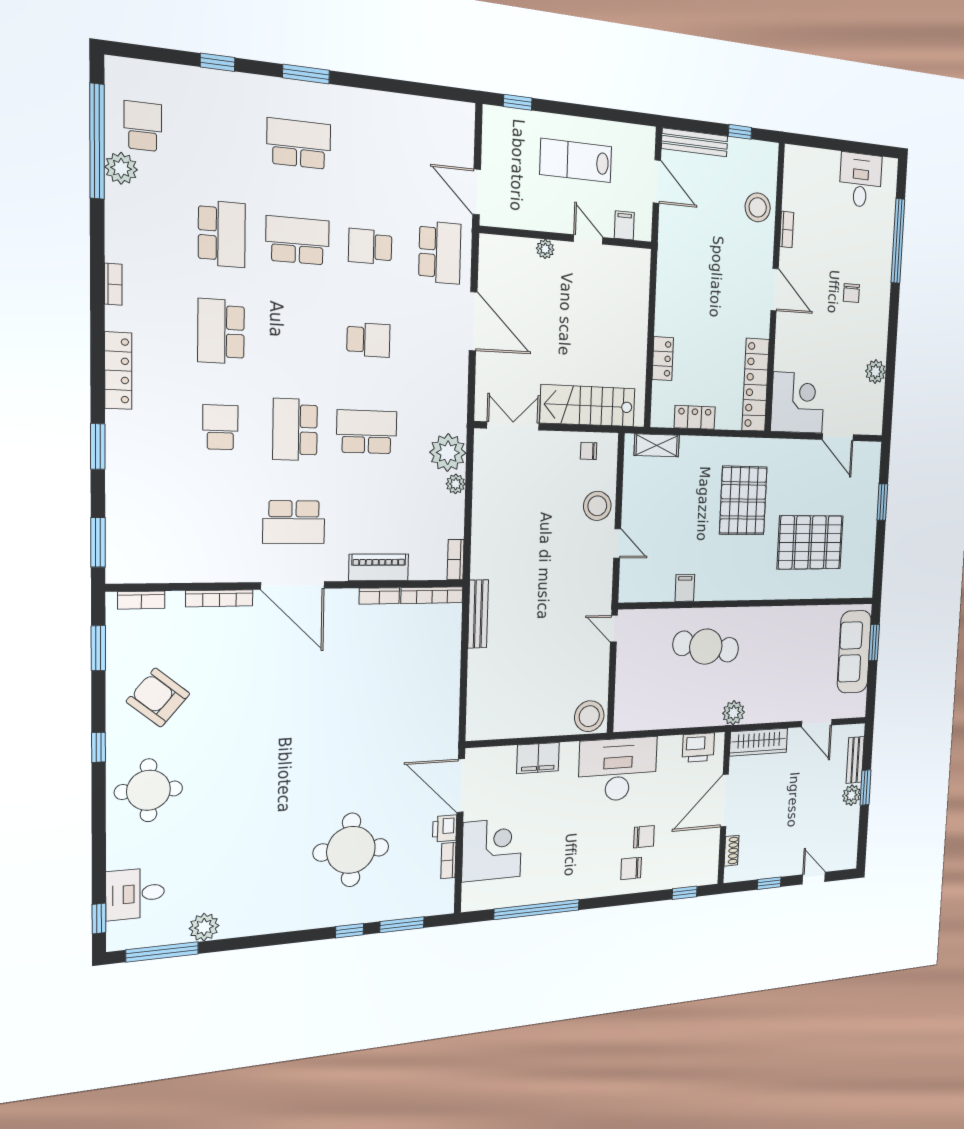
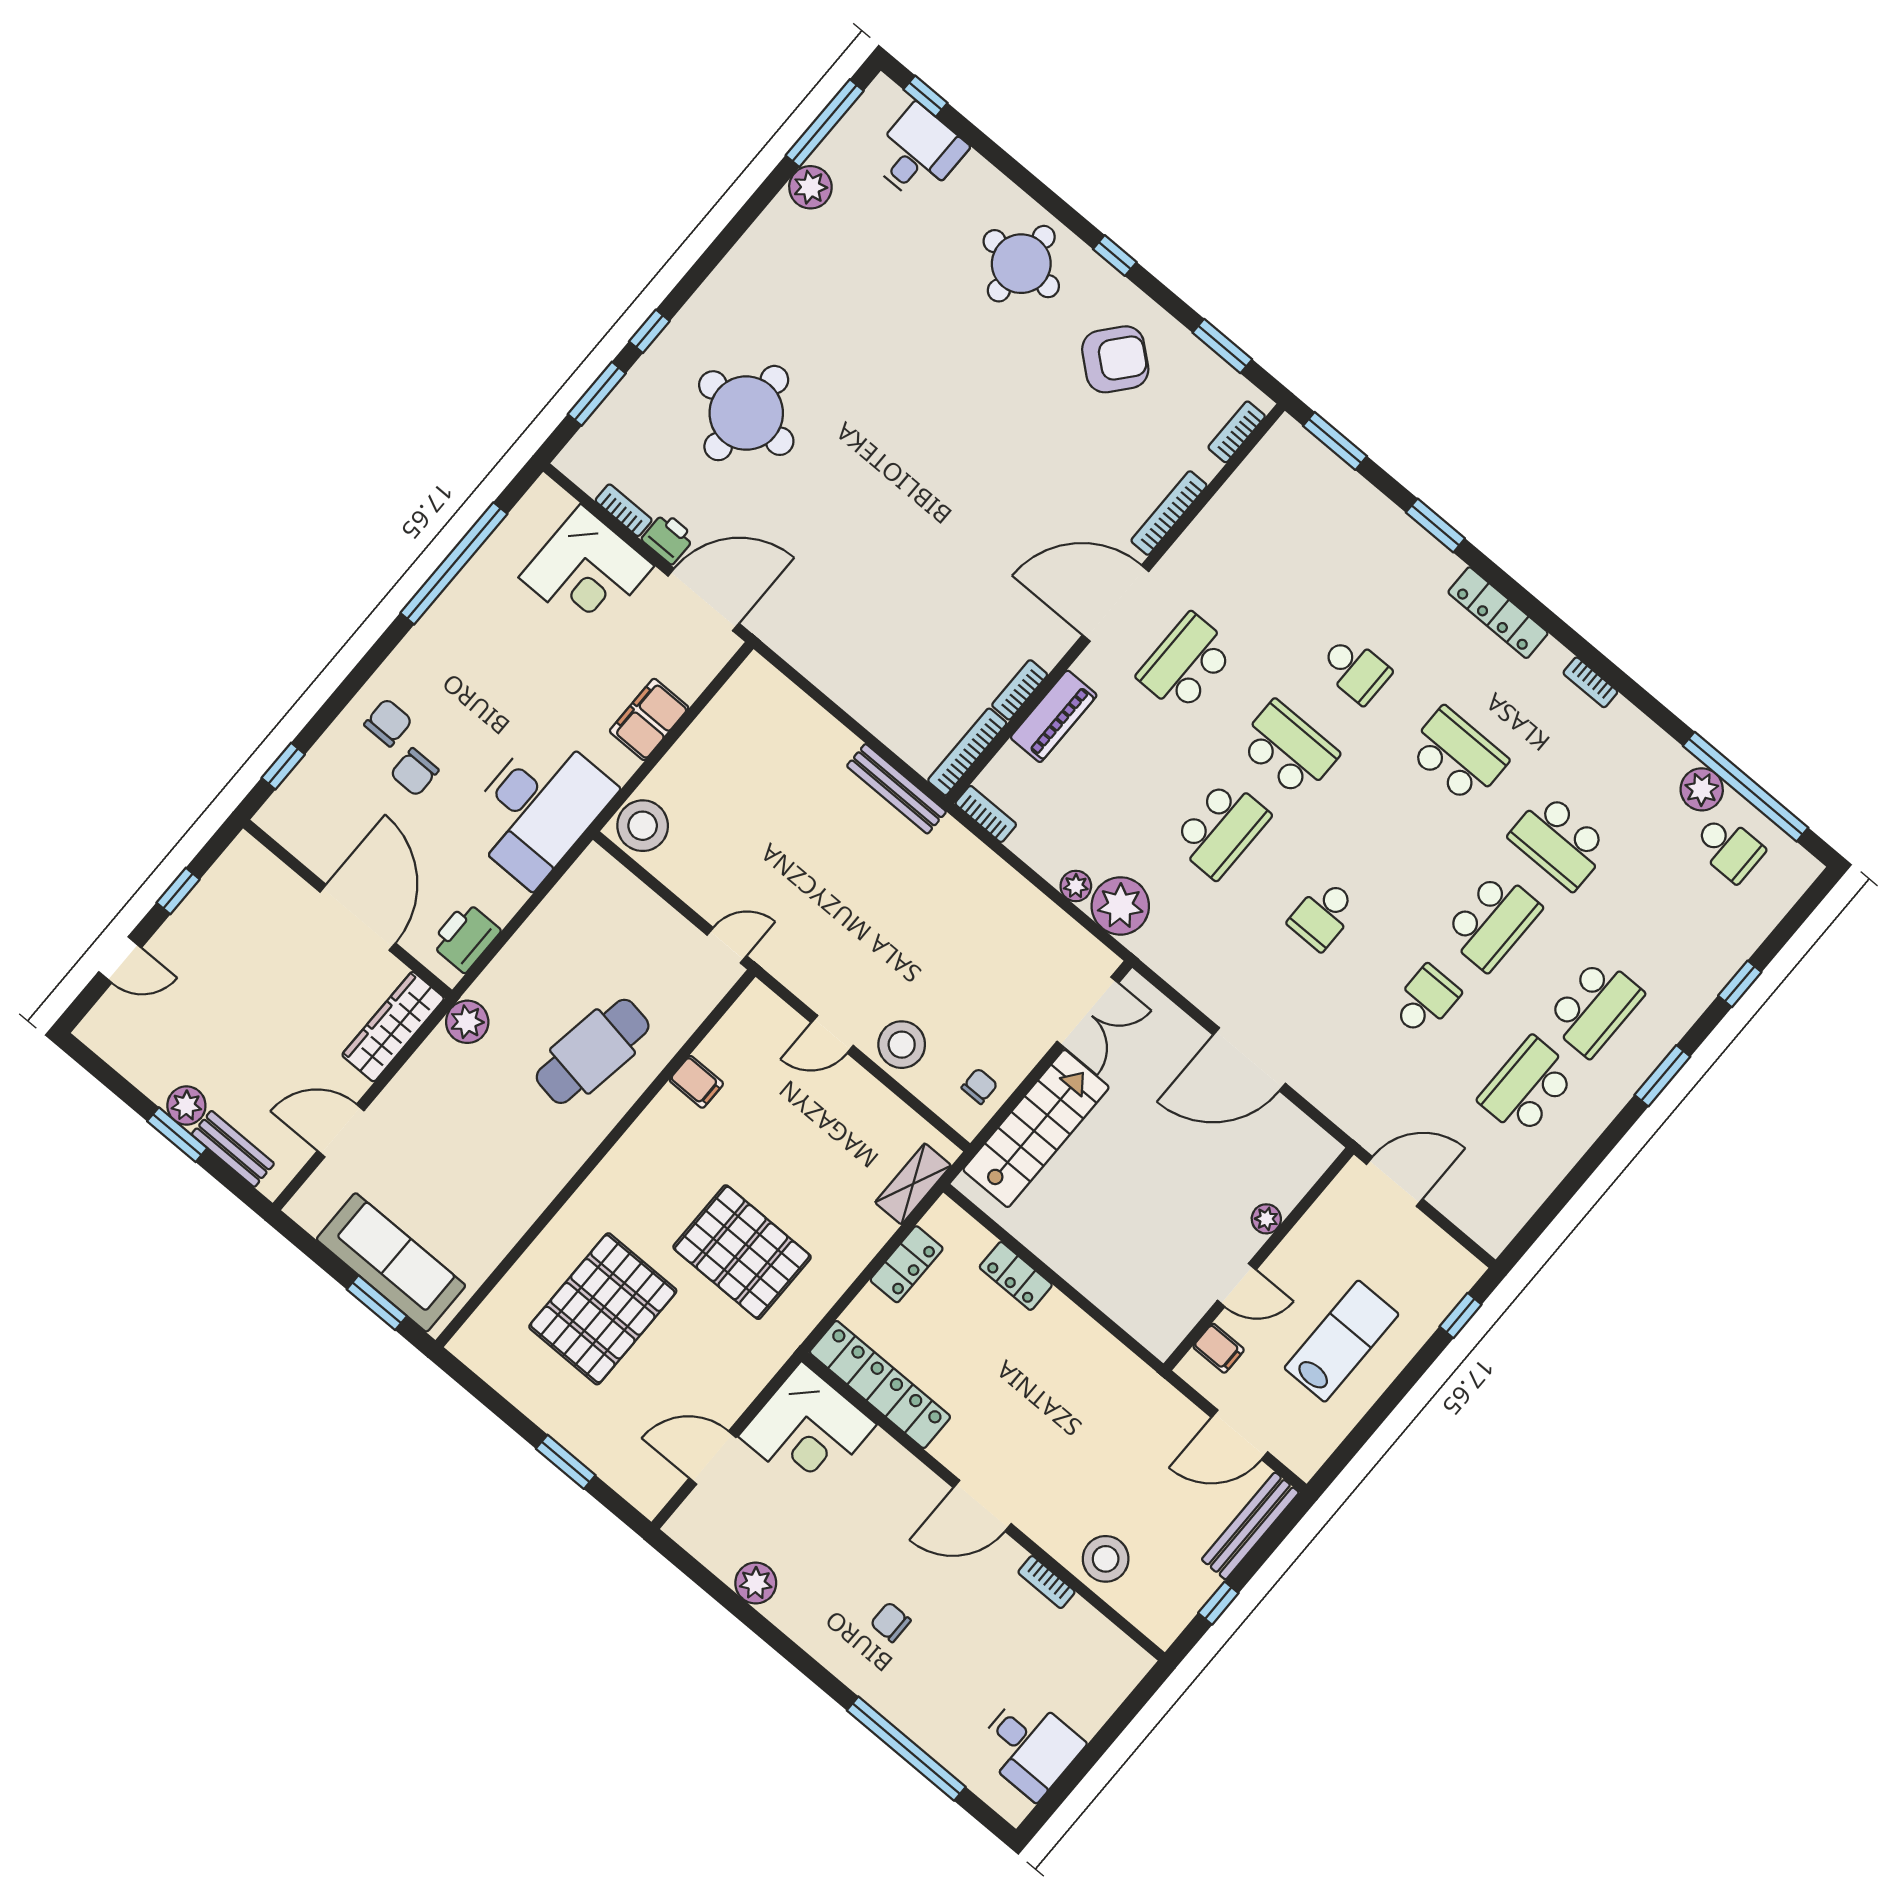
school desk: (440, 253) -> (1527, 1087), moved, turned 90
shoe rack: (732, 851) -> (278, 874), removed

